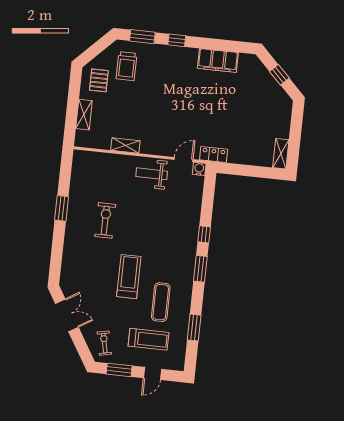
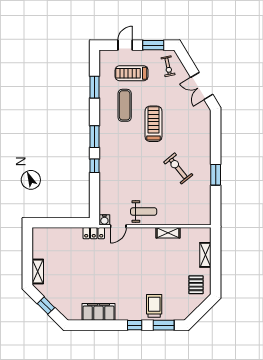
trolley: (127, 66) -> (154, 306), moved
shelving: (281, 154) -> (38, 272), moved
exercise bike: (105, 220) -> (178, 168), turned 141
treadmill: (129, 277) -> (153, 124), turned 180

